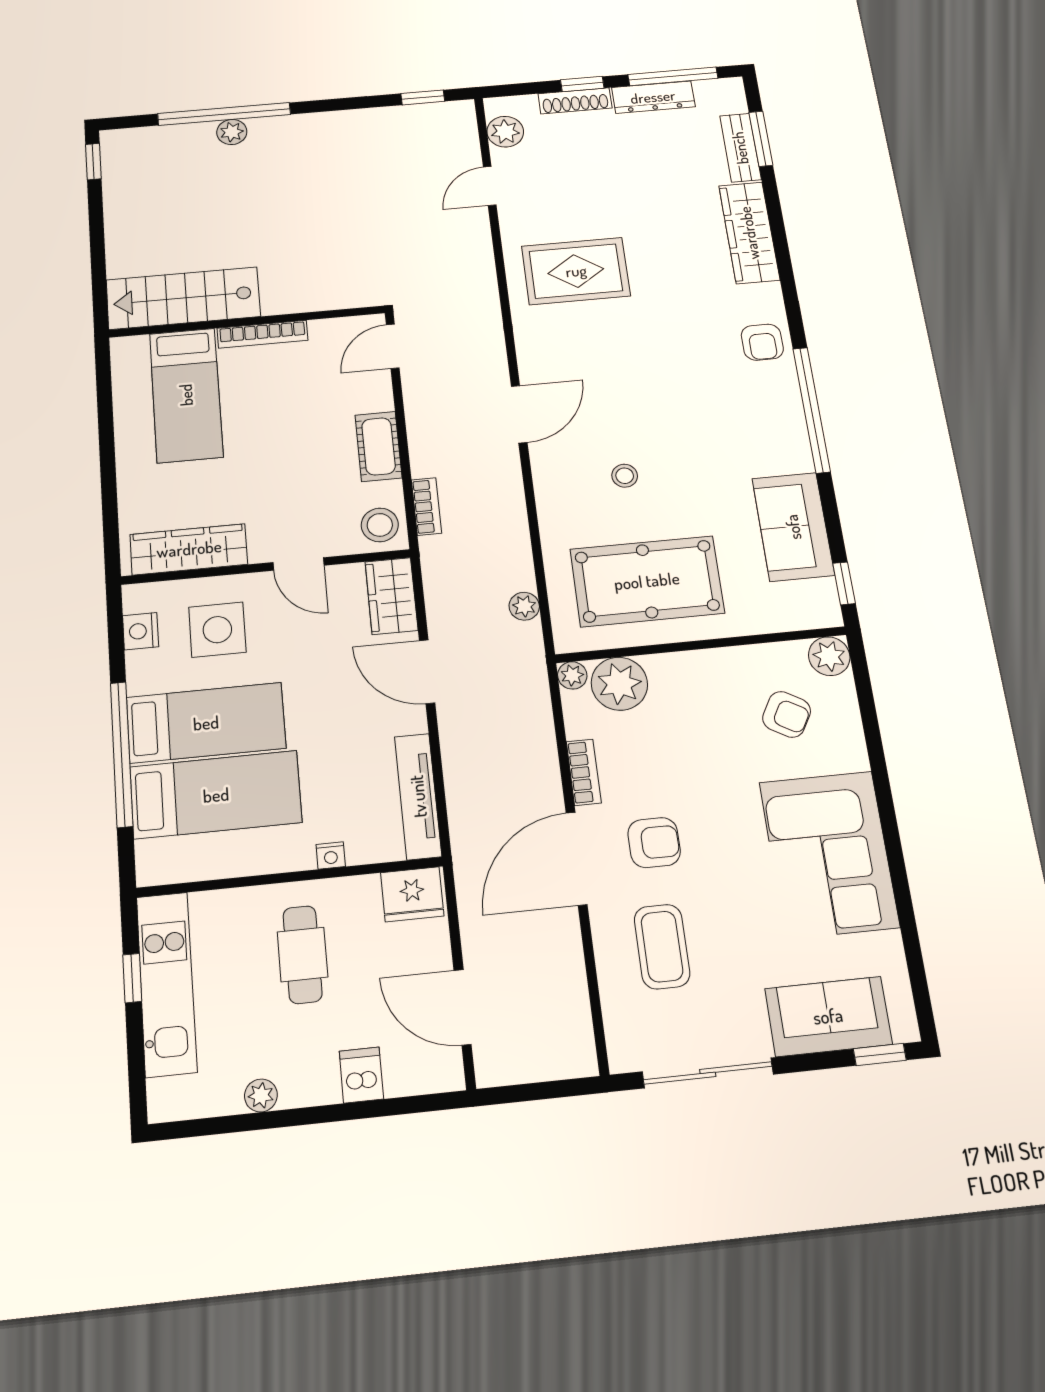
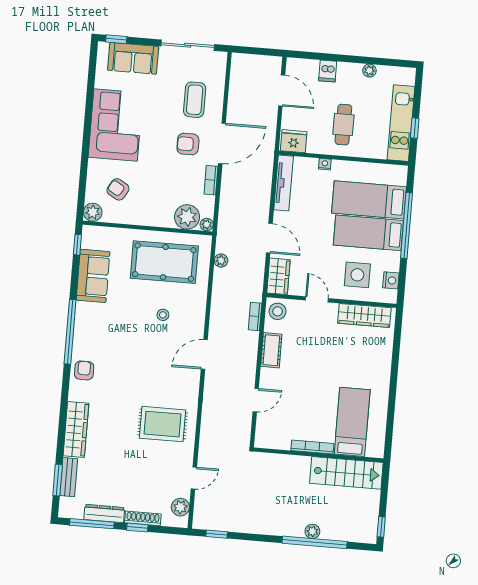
stairs: (183, 298) -> (346, 473), moved
wall: (247, 322) -> (318, 455), moved
bookcase: (263, 334) -> (312, 447), moved
bed: (186, 395) -> (352, 422), moved

